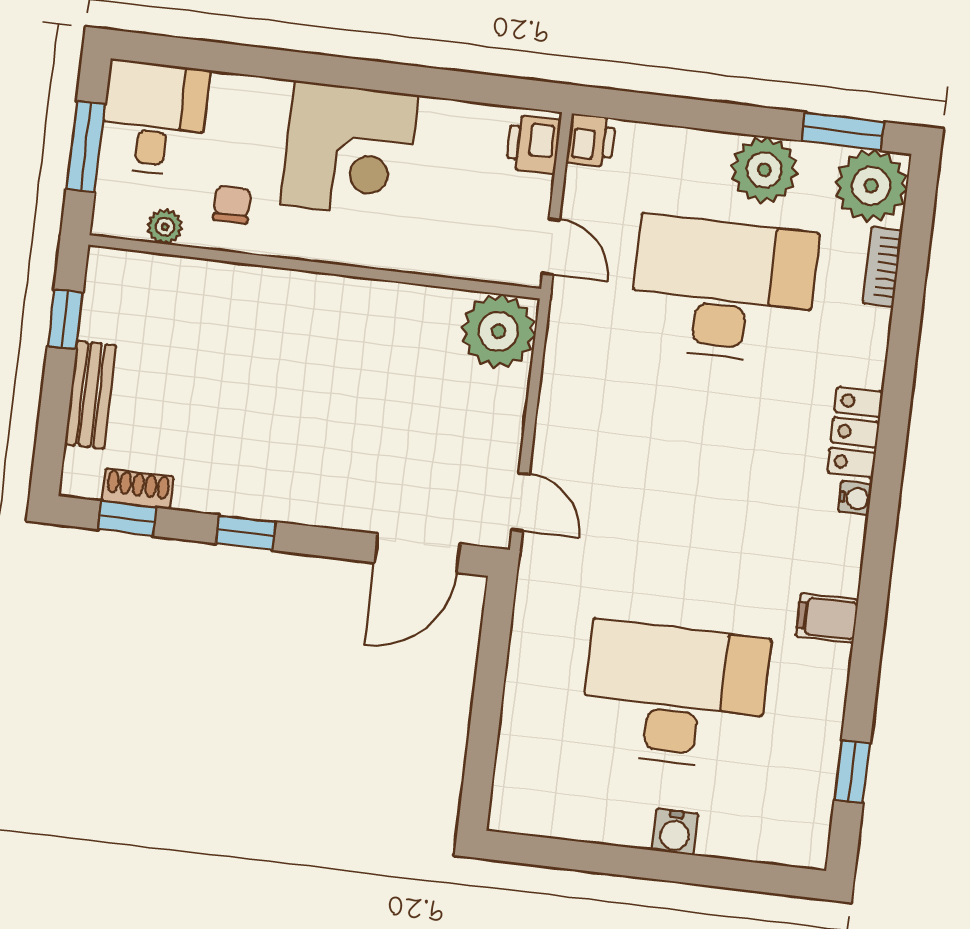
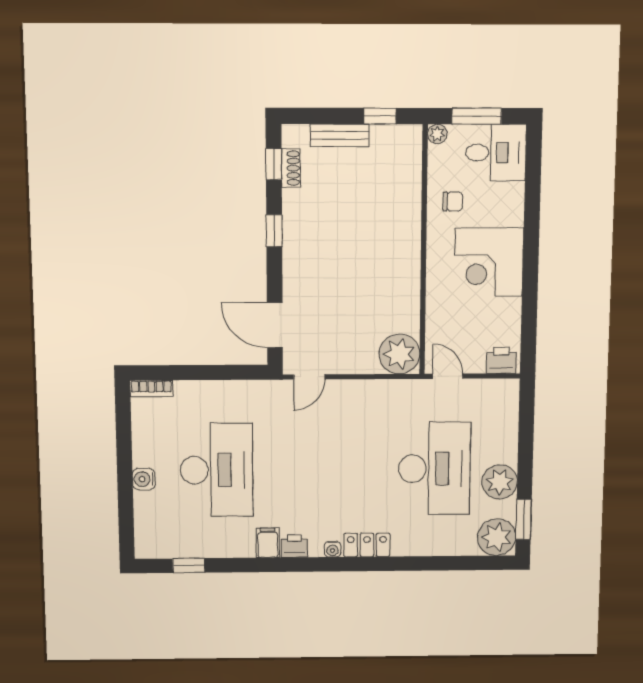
printer: (591, 140) -> (294, 546), moved, turned 180
plant: (165, 227) -> (437, 134), moved
door: (551, 247) -> (448, 376), swing flipped
bookcase: (883, 267) -> (151, 388), moved, turned 180

